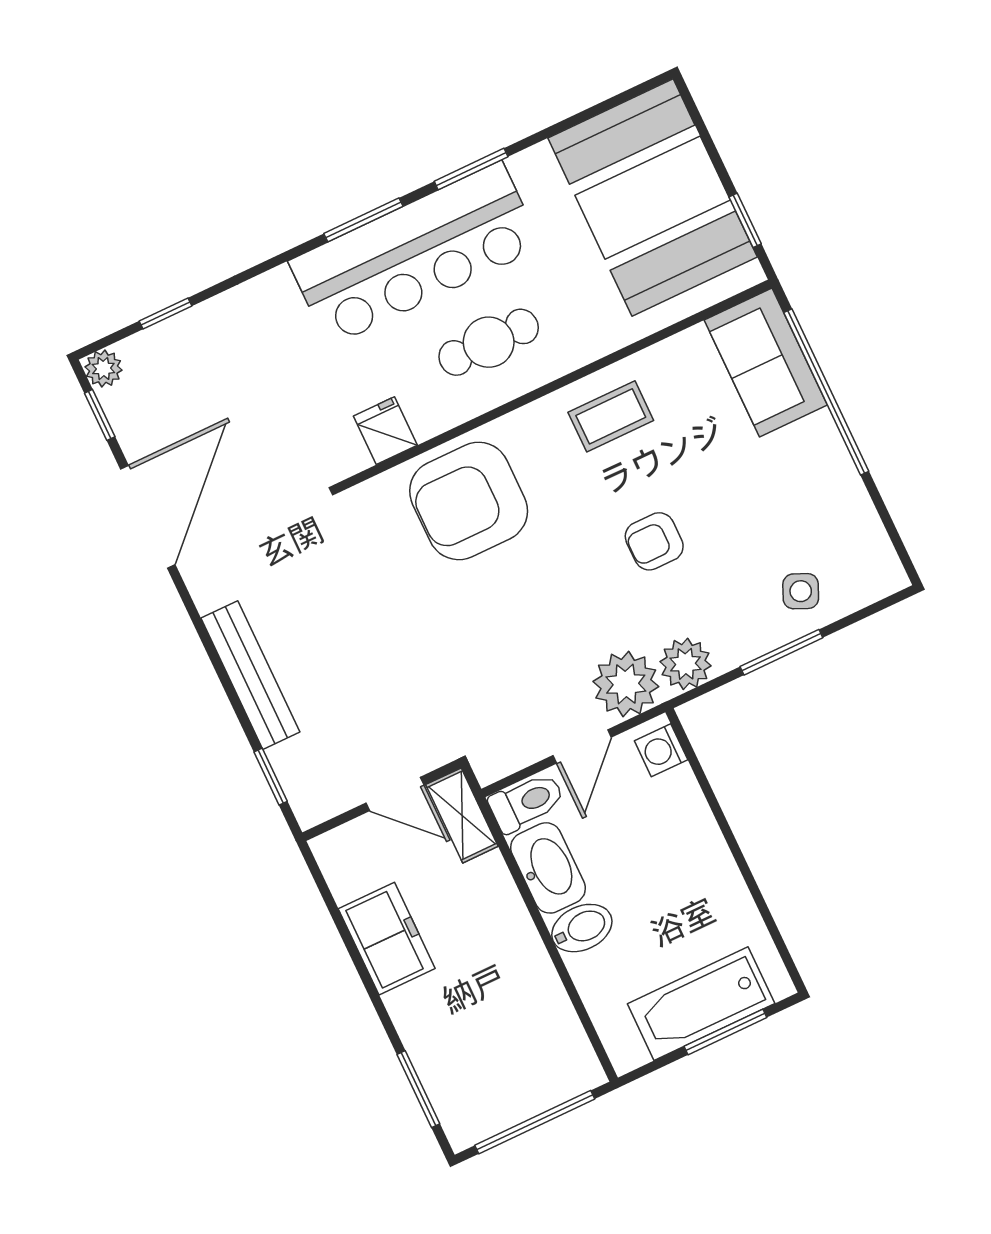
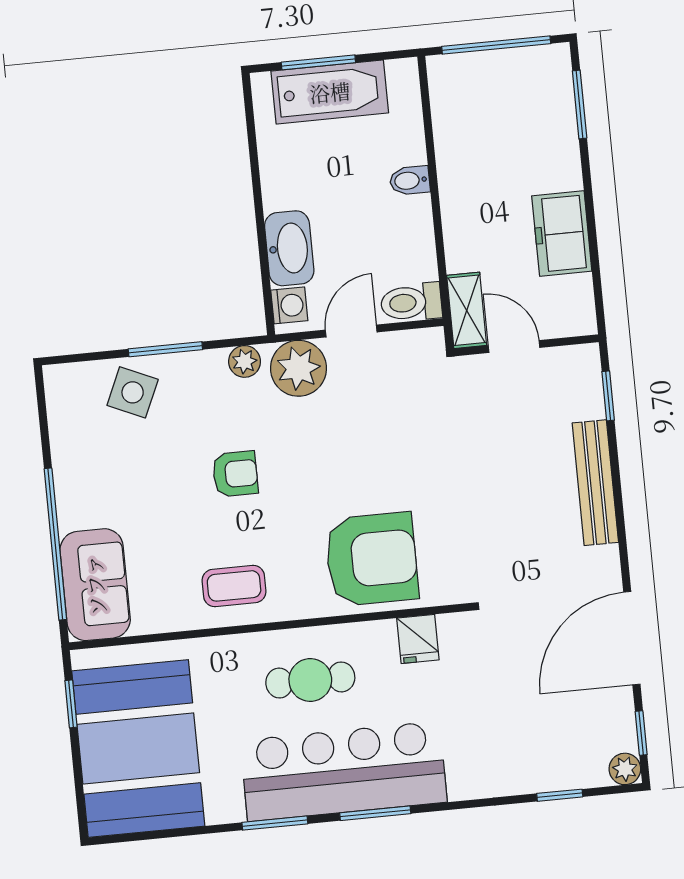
side table: (801, 591) -> (133, 392), width x1.37, depth x1.37
plant: (686, 664) -> (245, 361), width x0.73, depth x0.73
washbasin: (548, 868) -> (289, 248), moved, turned 180
bidet: (582, 928) -> (410, 180), width x0.72, depth x0.74

